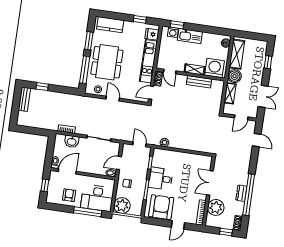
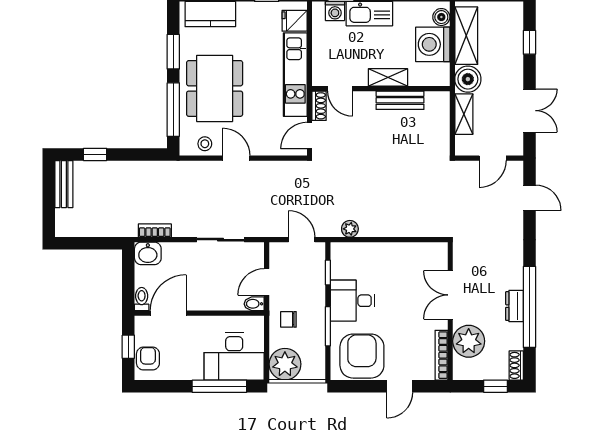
washing machine: (214, 68) -> (433, 44), moved, turned -90
washbasin: (72, 142) -> (148, 253), moved
armchair: (69, 195) -> (148, 359), moved

